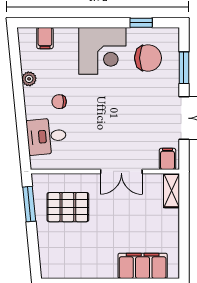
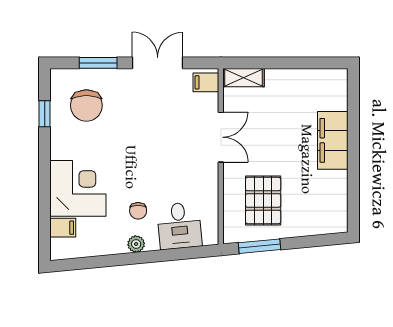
corner desk: (102, 51) -> (78, 188), moved
chair: (148, 58) -> (86, 105), turned 180
plant: (29, 79) -> (136, 244), moved
filing cabinet: (143, 266) -> (333, 140), moved

